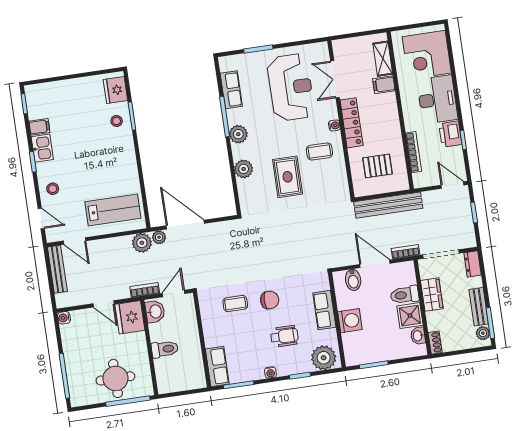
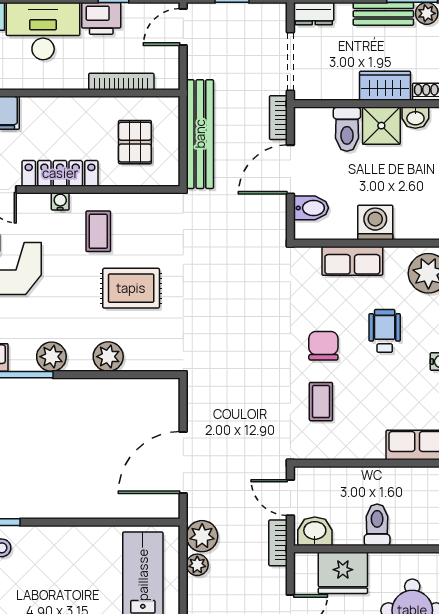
plant: (159, 237) -> (197, 565), moved
wardrobe: (432, 295) -> (385, 86), moved
fridge: (130, 317) -> (343, 573), moved

